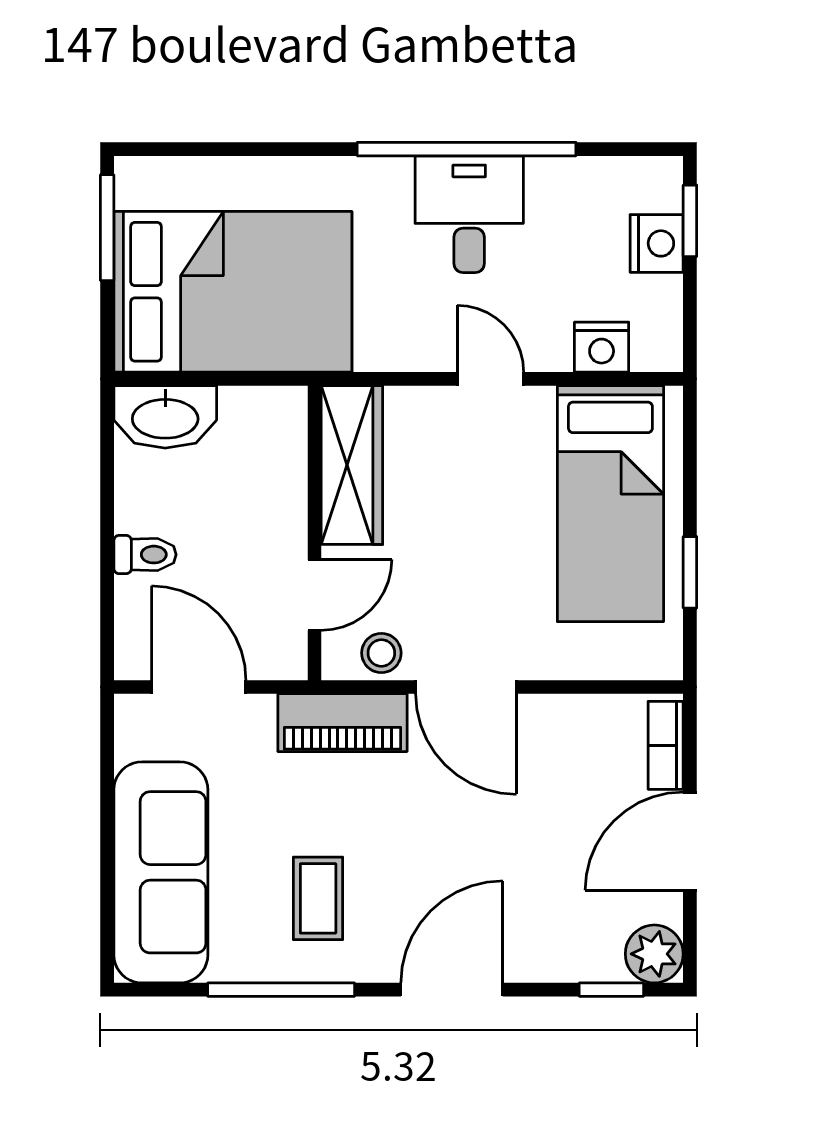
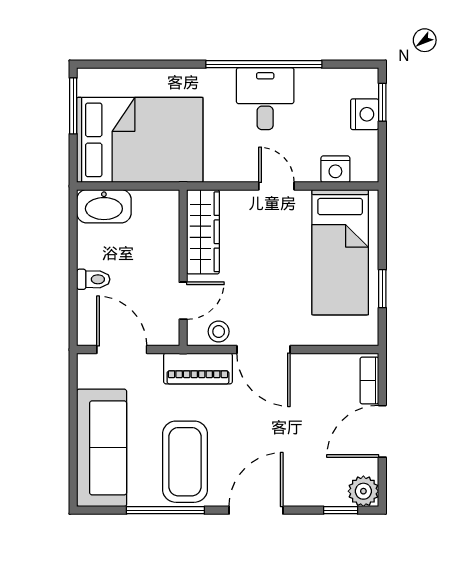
coffee table: (318, 898) -> (185, 462), width x1.86, depth x1.72

